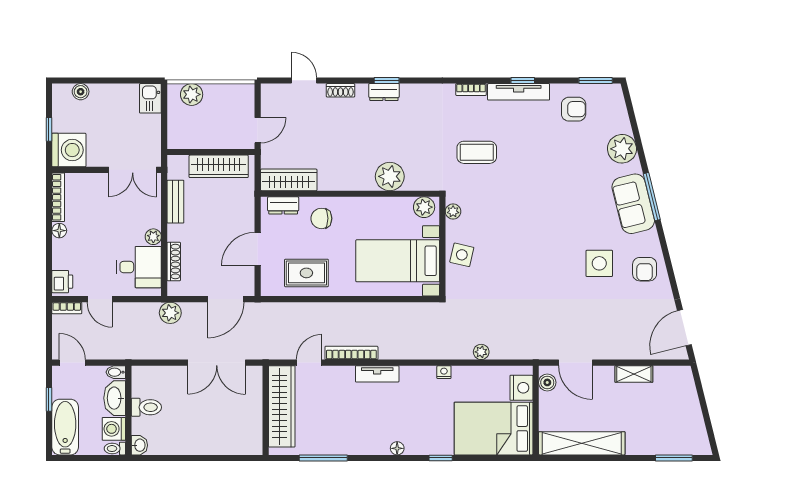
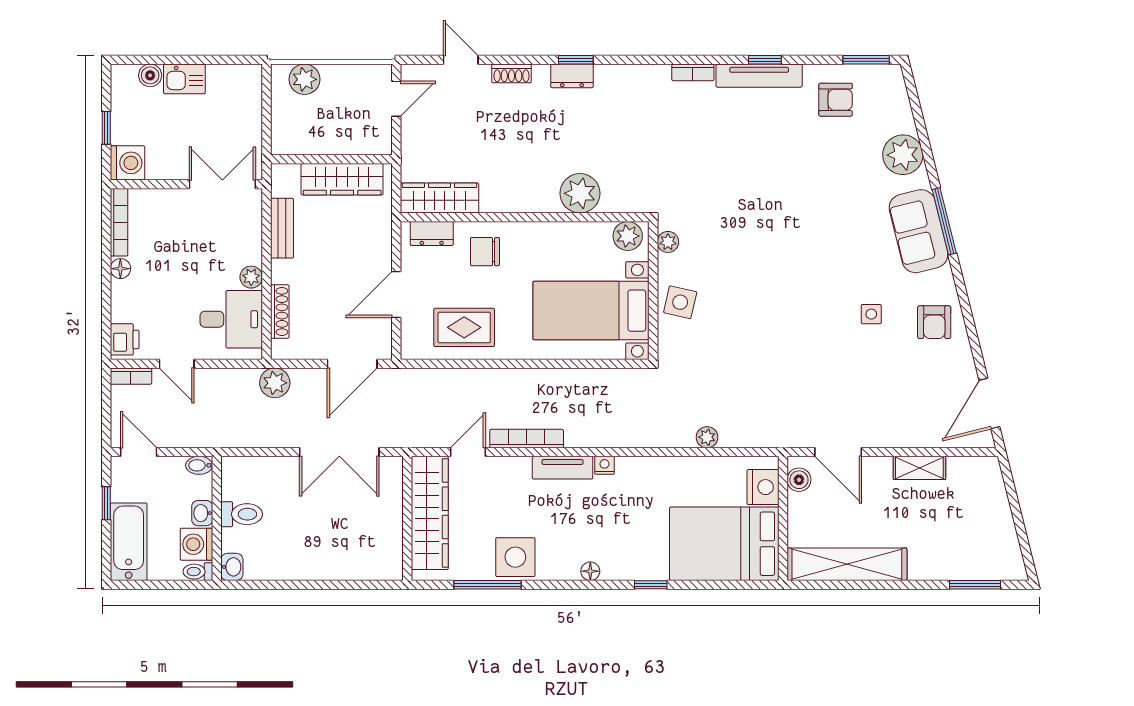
kitchen sink: (150, 98) -> (184, 79), moved, turned -90
door: (258, 130) -> (396, 99), moved
washing machine: (69, 150) -> (127, 163), width x0.73, depth x0.73
coffee table: (477, 152) -> (701, 160), removed
double door: (133, 170) -> (222, 184), swing flipped
side table: (599, 263) -> (871, 314), width x0.54, depth x0.54
nightstand: (444, 372) -> (604, 465), moved
washbasin: (115, 398) -> (202, 513), width x0.52, depth x0.69
side table: (343, 438) -> (515, 557), added

